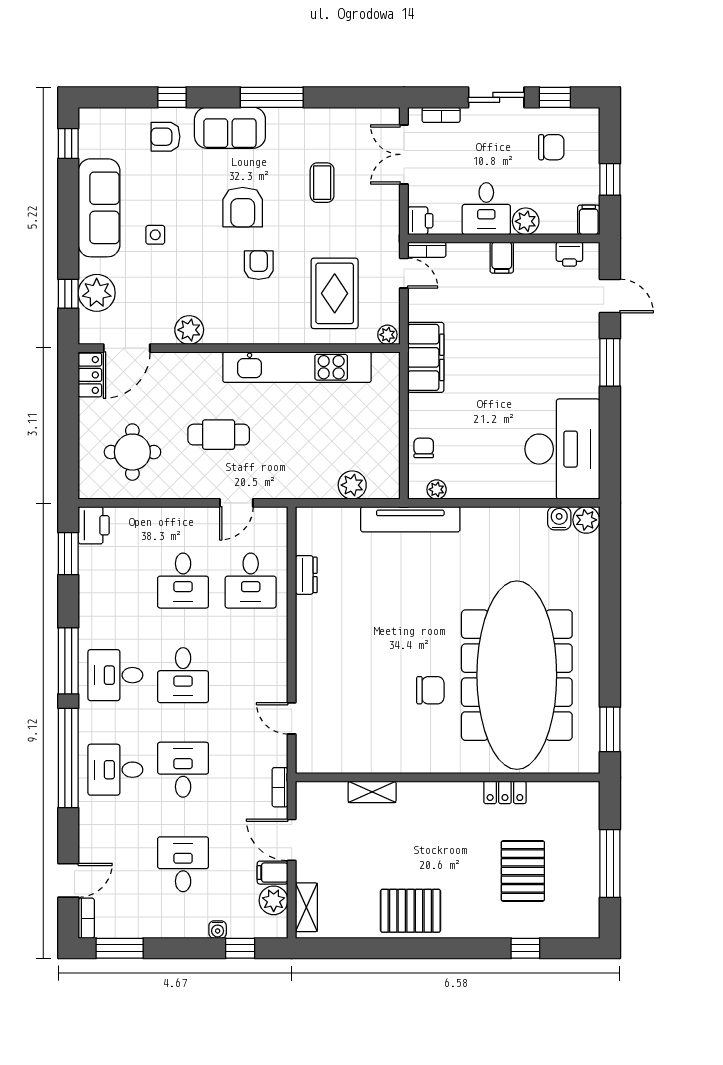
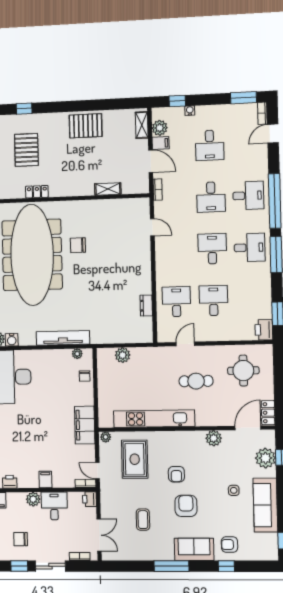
armchair: (165, 137) -> (229, 545), turned 180
tv unit: (410, 519) -> (63, 338), moved

